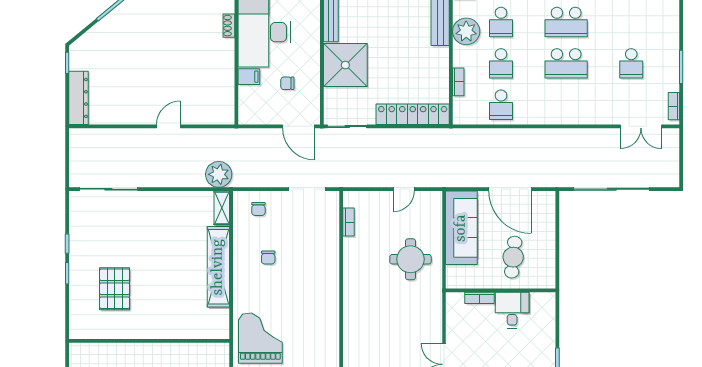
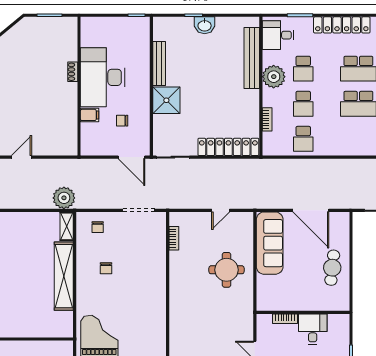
shower: (345, 65) -> (166, 100), width x0.73, depth x0.73
cafe table: (513, 257) -> (332, 268), moved
wall: (501, 290) -> (303, 312), moved
bookcase: (480, 298) -> (285, 319), moved
desk: (512, 310) -> (313, 329), moved

